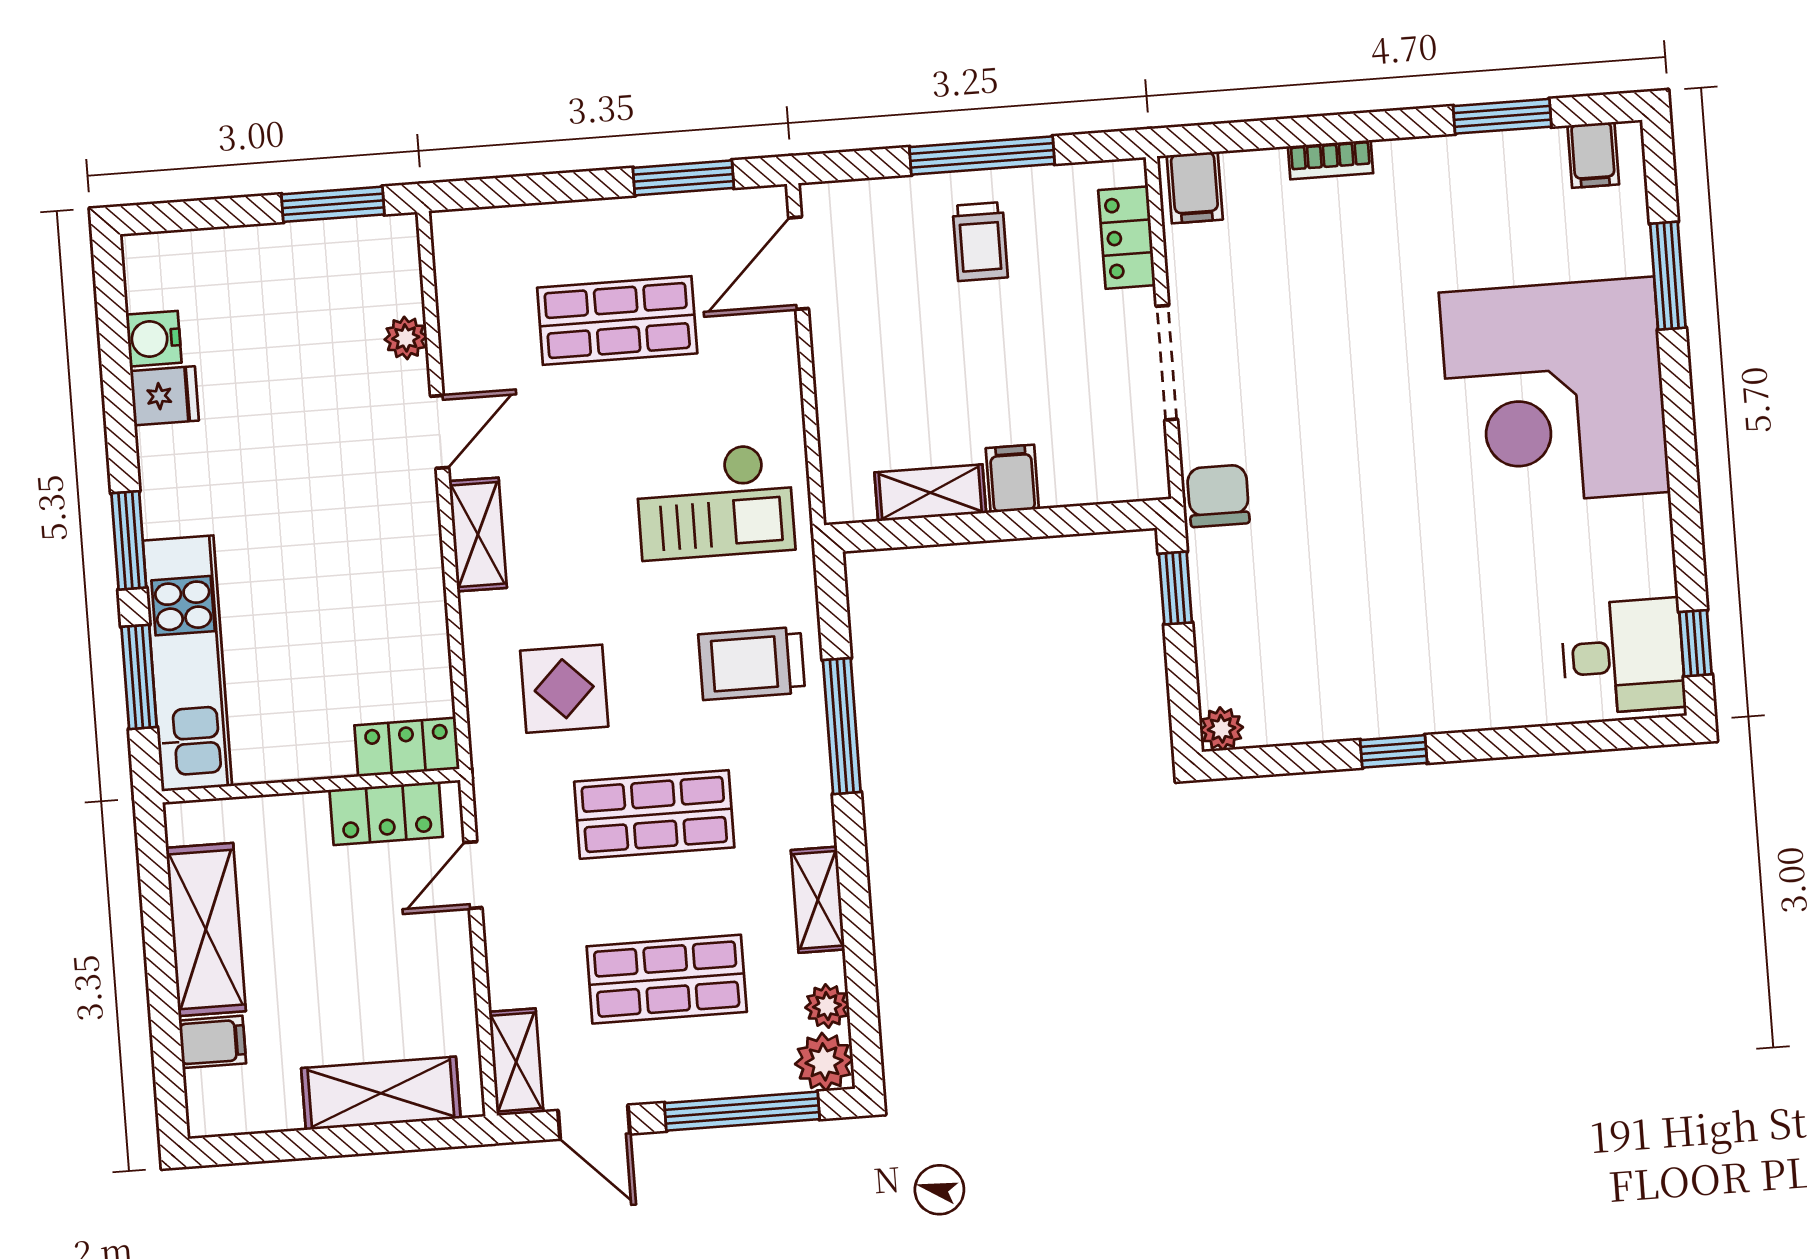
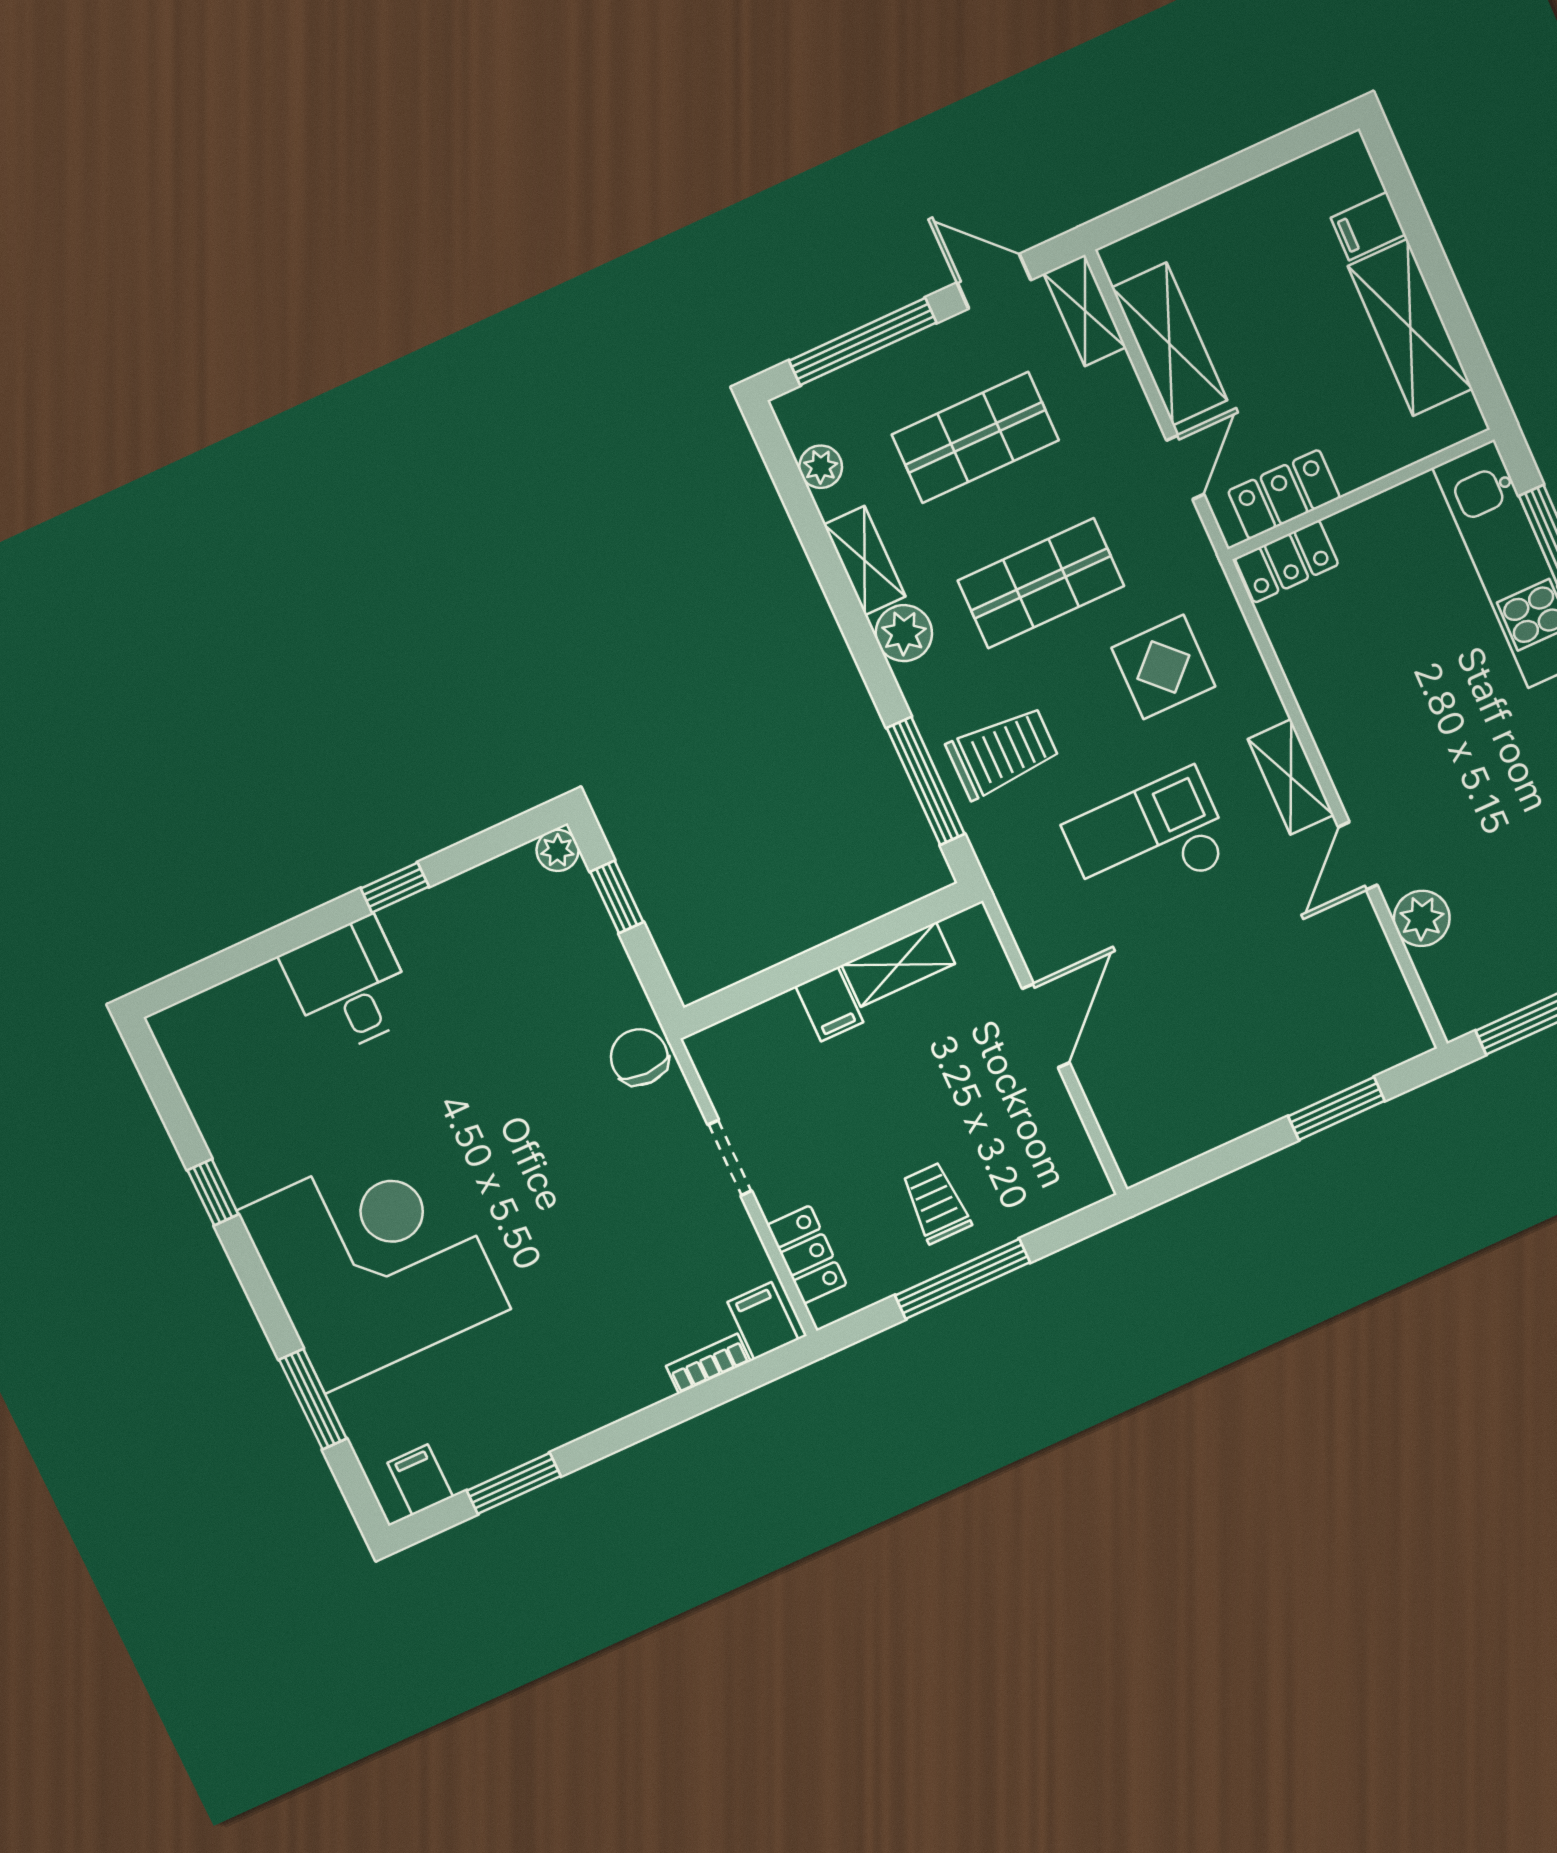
bookcase: (1331, 160) -> (708, 1364), moved
window: (683, 178) -> (1336, 1109), moved
door: (799, 263) -> (1046, 1026), moved
shop shelf: (617, 321) -> (1234, 1014), removed
plant: (406, 338) -> (1422, 918), width x1.38, depth x1.38
doorway: (1167, 363) -> (730, 1158), width x0.73
chair: (1218, 496) -> (639, 1057), turned 180
checkout: (715, 502) -> (1148, 841), moved
window: (1175, 588) -> (617, 897), moved
window: (1695, 643) -> (213, 1192), moved
desk: (1623, 656) -> (350, 986), moved, turned 90
window: (842, 726) -> (926, 781), moved
plant: (824, 1062) -> (904, 633), moved
shelving: (381, 1093) -> (1169, 344), moved, turned 90

